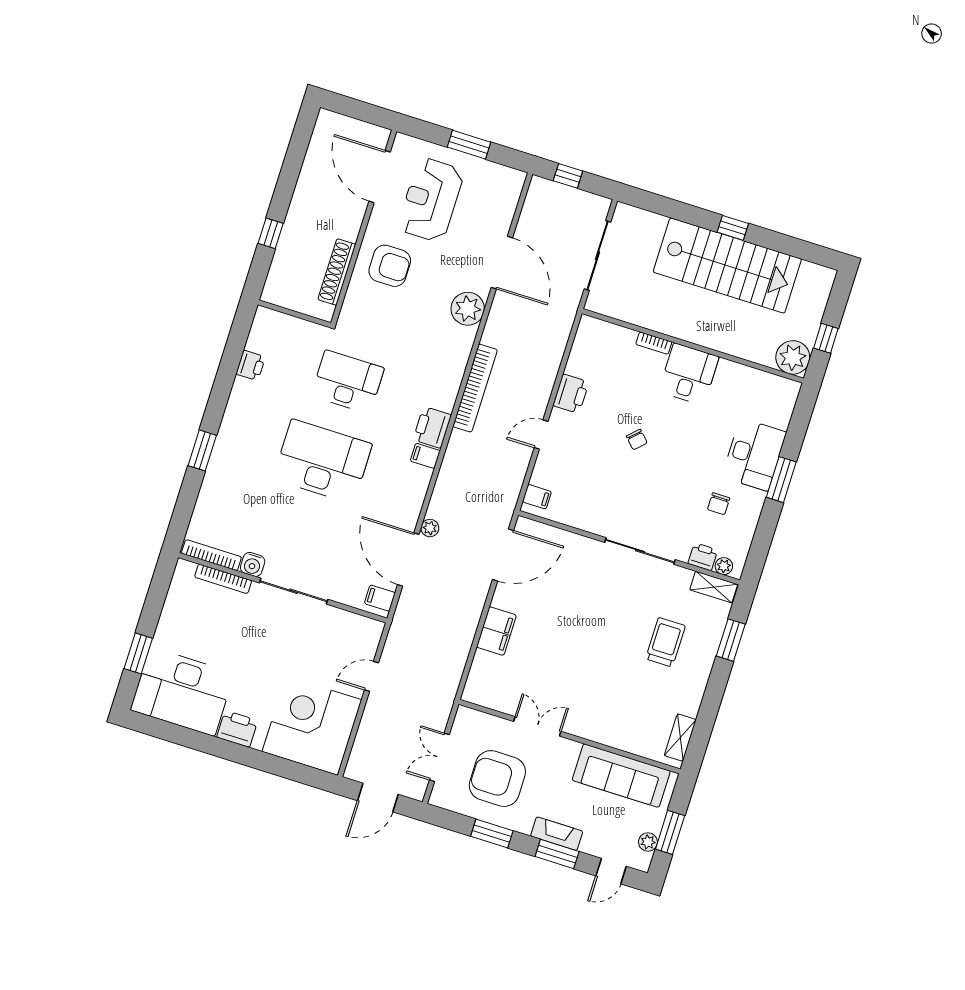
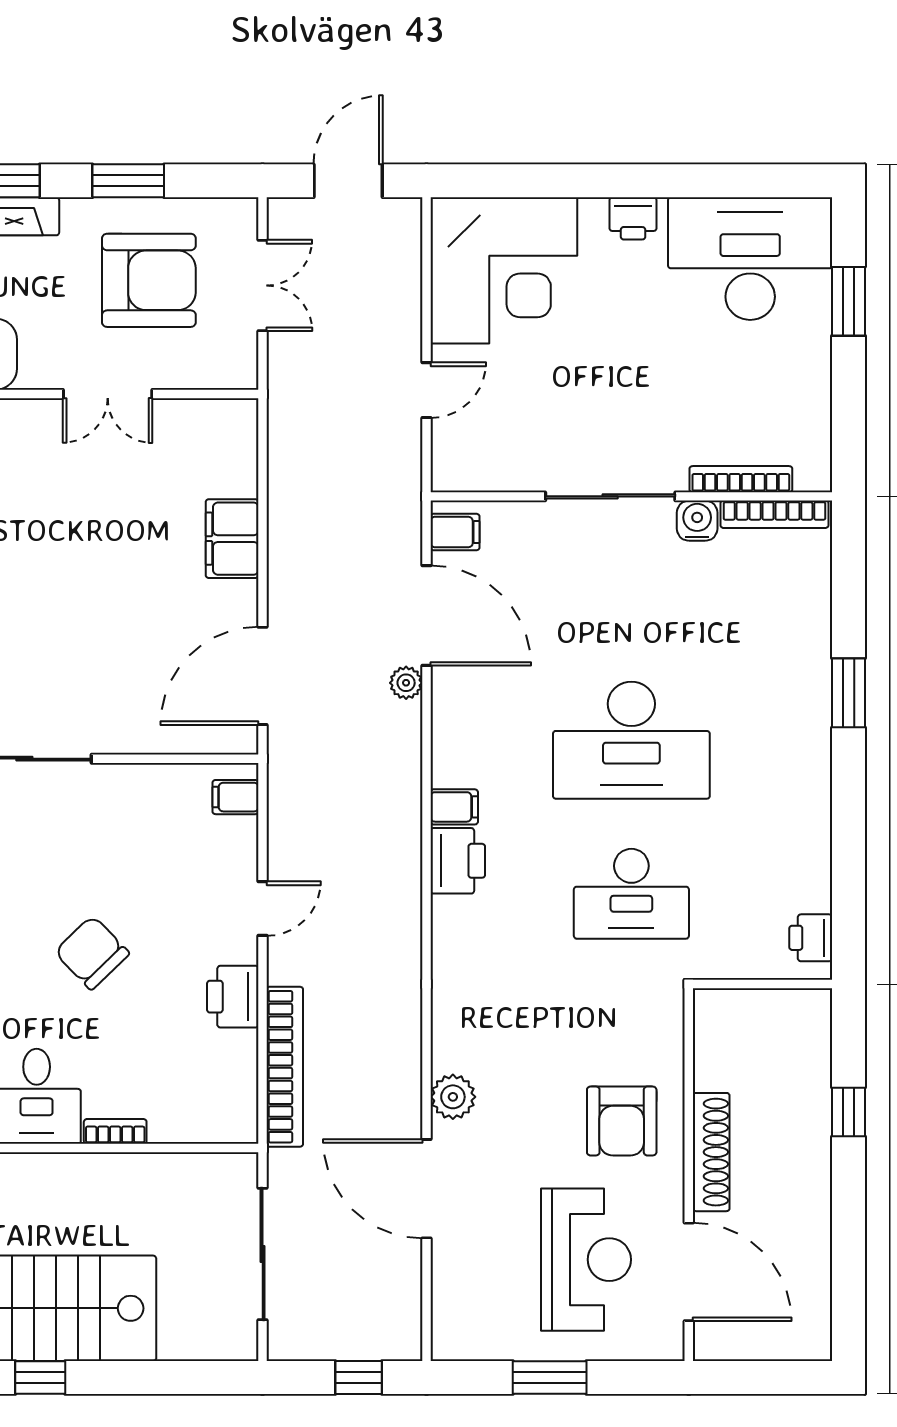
armchair: (390, 266) -> (622, 1121), turned -90
shoe rack: (337, 272) -> (711, 1152), moved
plant: (468, 309) -> (453, 1097), width x0.73, depth x0.73
printer: (251, 365) -> (811, 938), moved
bookcase: (475, 388) -> (285, 1067), moved, turned 180
chair: (637, 440) -> (92, 953), width x1.87, depth x1.87
printer: (237, 729) -> (633, 218), width x0.73, depth x0.81

